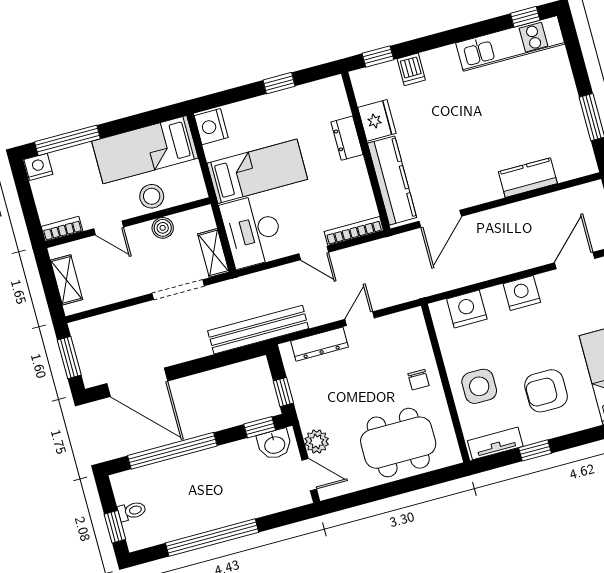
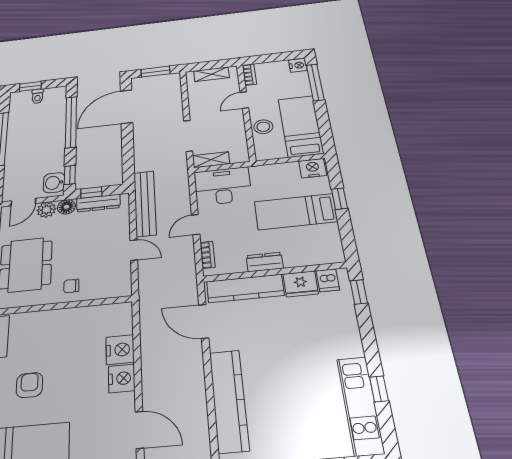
window: (525, 17) -> (379, 389), moved
dishwasher: (411, 69) -> (328, 280), moved, turned -90
window: (279, 83) -> (339, 199), moved
dresser: (347, 138) -> (265, 262), moved
bed: (257, 171) -> (296, 212), moved, turned 90
kitchen counter: (528, 178) -> (229, 400), width x2.08, depth x1.17
boiler: (163, 228) -> (237, 131), removed
bookcase: (354, 231) -> (208, 255), width x0.64
nightstand: (467, 309) -> (120, 350), moved
bench: (258, 330) -> (145, 203), moved
dresser: (319, 344) -> (98, 203), moved, turned -90
side table: (479, 386) -> (51, 331), removed
armchair: (546, 391) -> (29, 385), width x0.72, depth x0.72
floor lamp: (309, 417) -> (66, 207), added

